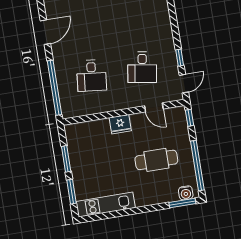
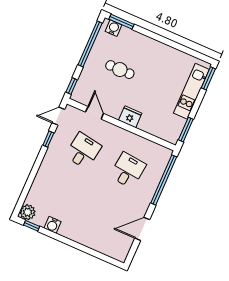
window: (66, 159) -> (186, 130), moved
cafe table: (156, 160) -> (120, 70), width x0.73, depth x0.74
window: (71, 192) -> (208, 78), moved
kitchen unit: (106, 205) -> (191, 91), moved, turned 90

